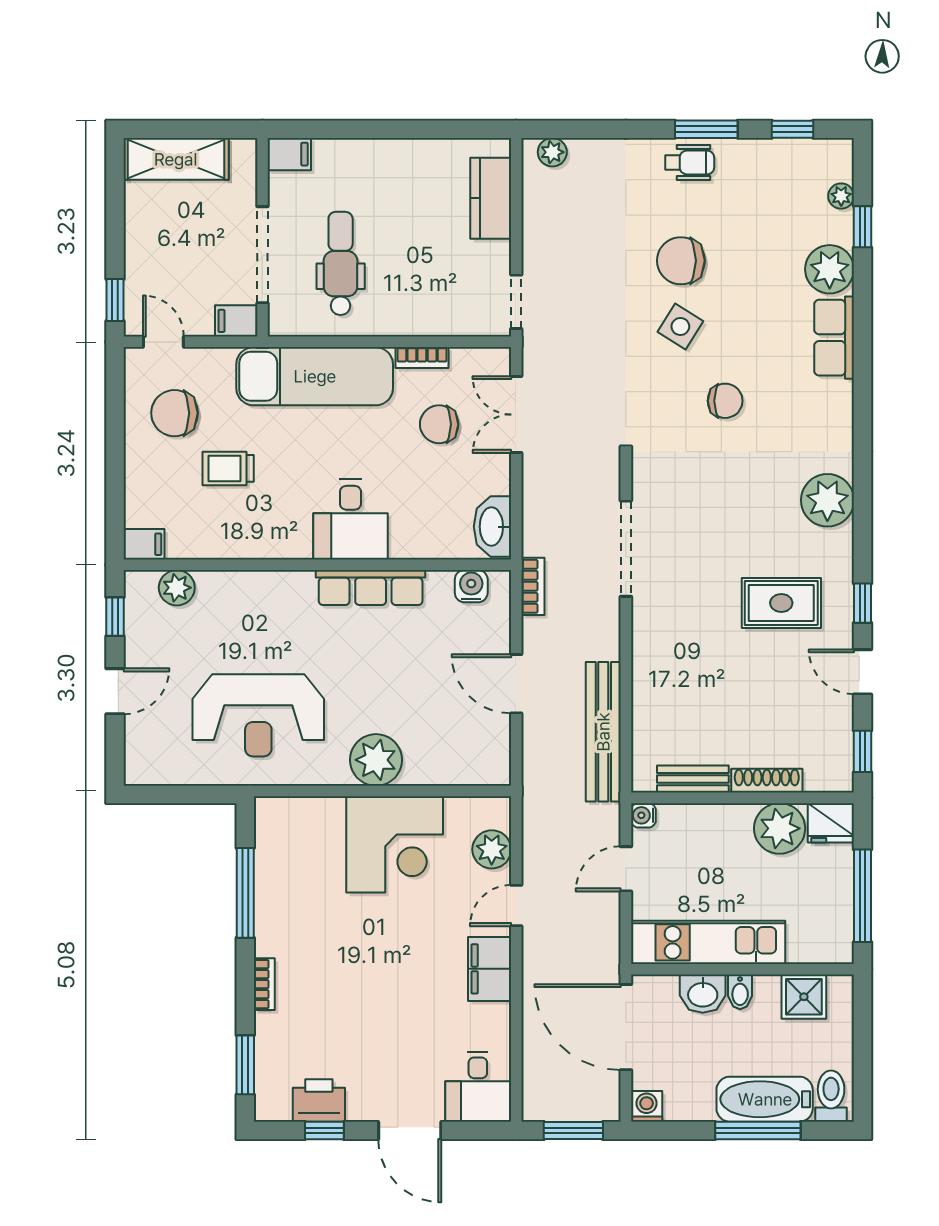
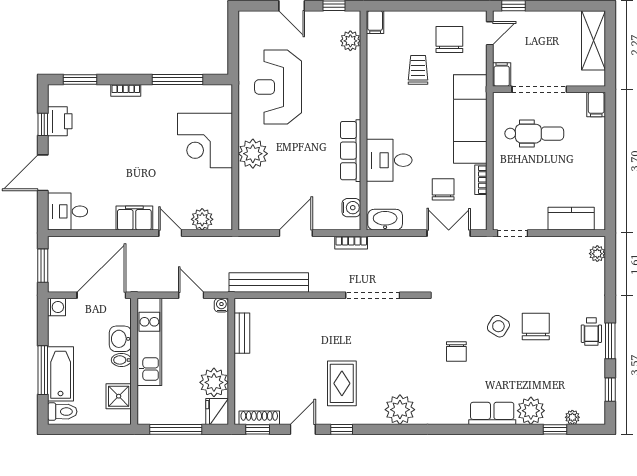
desk: (350, 519) -> (389, 160), moved
shoe rack: (767, 781) -> (259, 418), moved, turned -90
corner desk: (395, 844) -> (205, 140), moved

